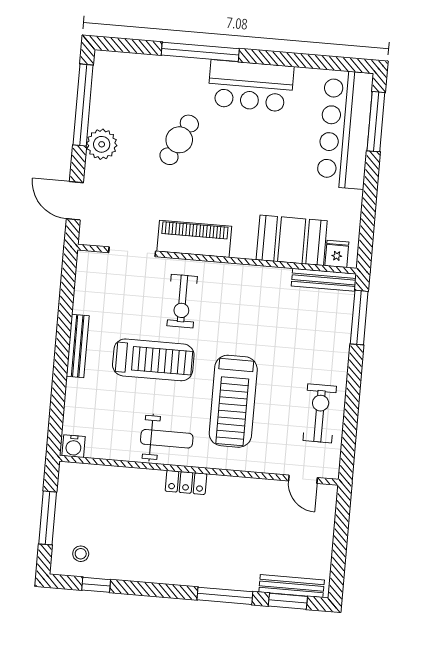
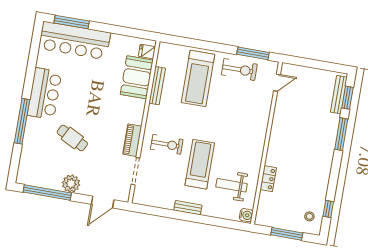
piano: (194, 239) -> (132, 140), width x0.73, depth x0.75
bench: (324, 280) -> (157, 86), moved
window: (359, 318) -> (253, 53), moved
bench: (78, 346) -> (188, 208), width x0.73
treadmill: (233, 401) -> (198, 78), moved, turned 90
exercise bike: (320, 413) -> (239, 70), turned 180
weight bench: (167, 439) -> (231, 185), moved, turned -90
locker: (186, 482) -> (268, 179), moved

